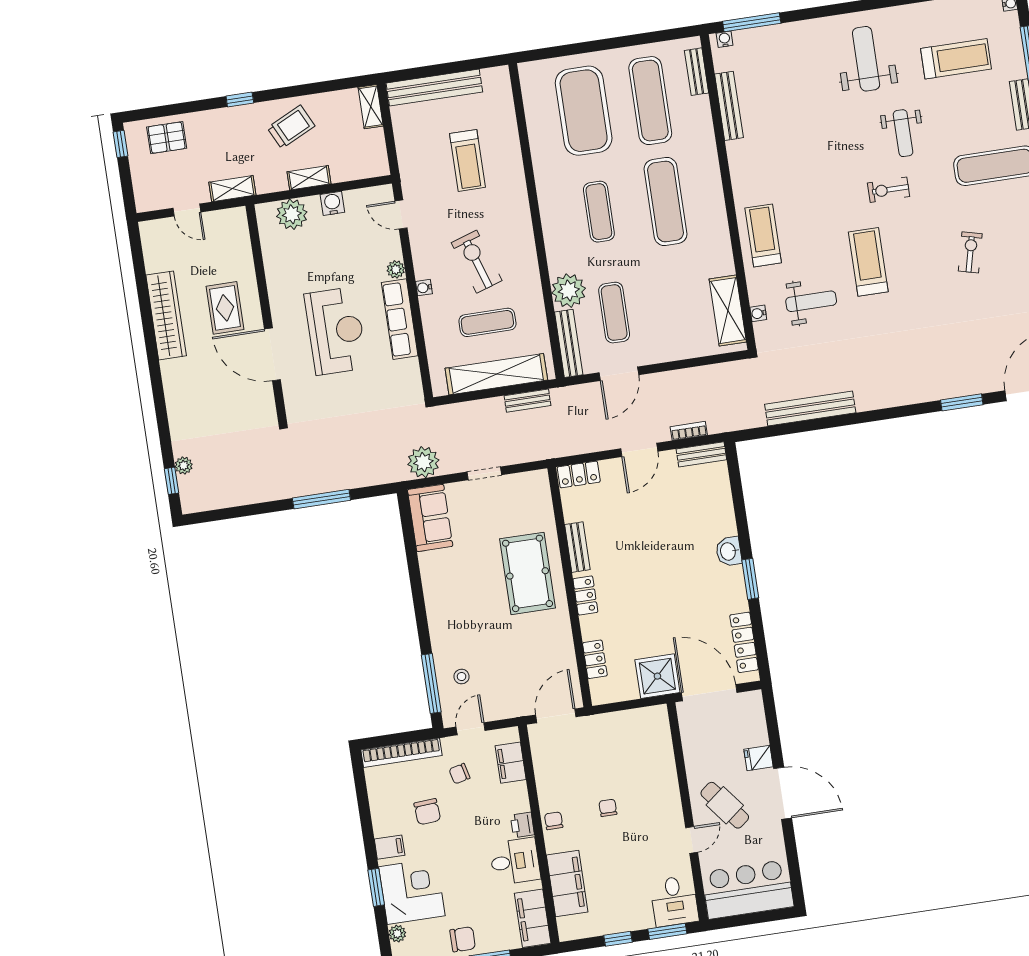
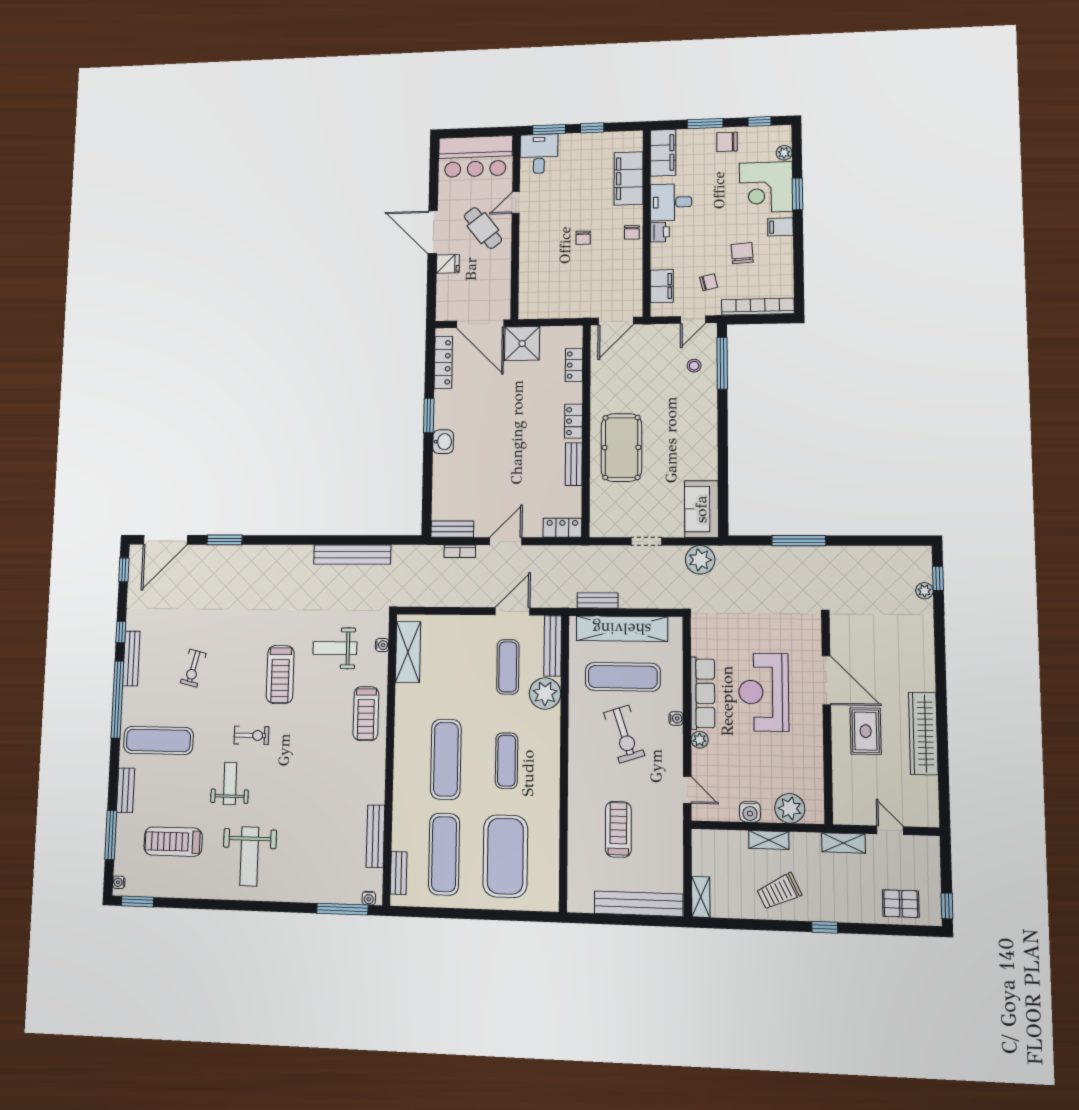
exercise mat: (487, 322) -> (623, 677), width x1.36, depth x1.45

